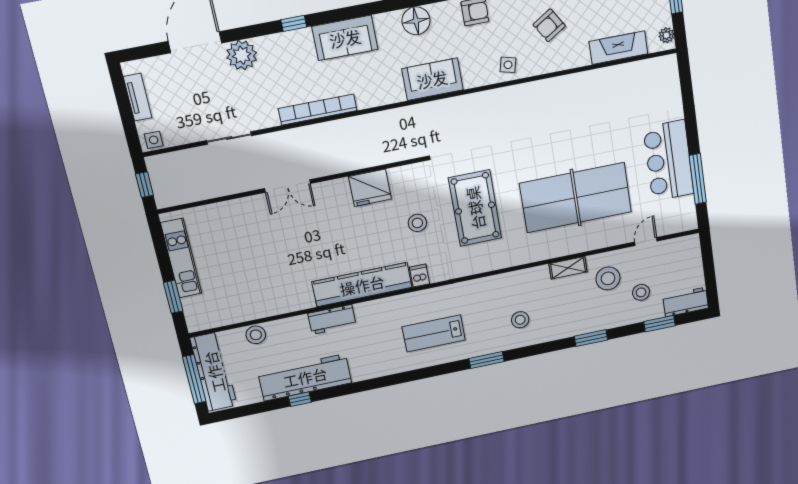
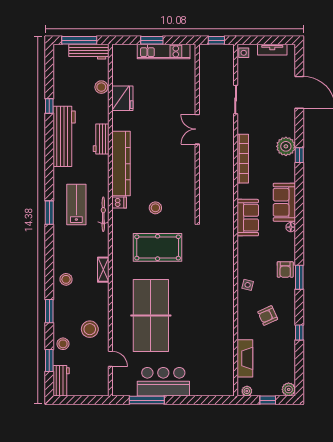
floor lamp: (416, 21) -> (291, 227), width x0.53, depth x0.53
armchair: (549, 25) -> (268, 316), turned -82
sofa: (345, 38) -> (284, 202), moved
plant: (242, 55) -> (286, 146), moved
sofa: (432, 79) -> (248, 218), moved
fridge: (370, 188) -> (122, 98), moved, turned 180
shelving: (568, 268) -> (103, 270), moved
stool: (641, 292) -> (63, 344), moved
bicycle: (441, 294) -> (103, 214), added
window: (173, 297) -> (152, 40), moved
stool: (520, 320) -> (66, 279), moved
window: (487, 360) -> (49, 213), moved
workbench: (214, 372) -> (89, 52), width x0.73, depth x0.76
workbench: (305, 377) -> (64, 136), moved

